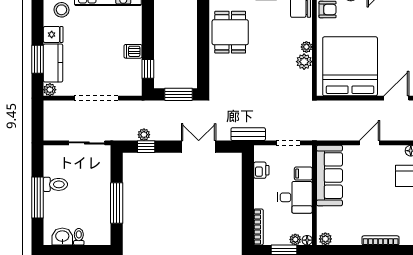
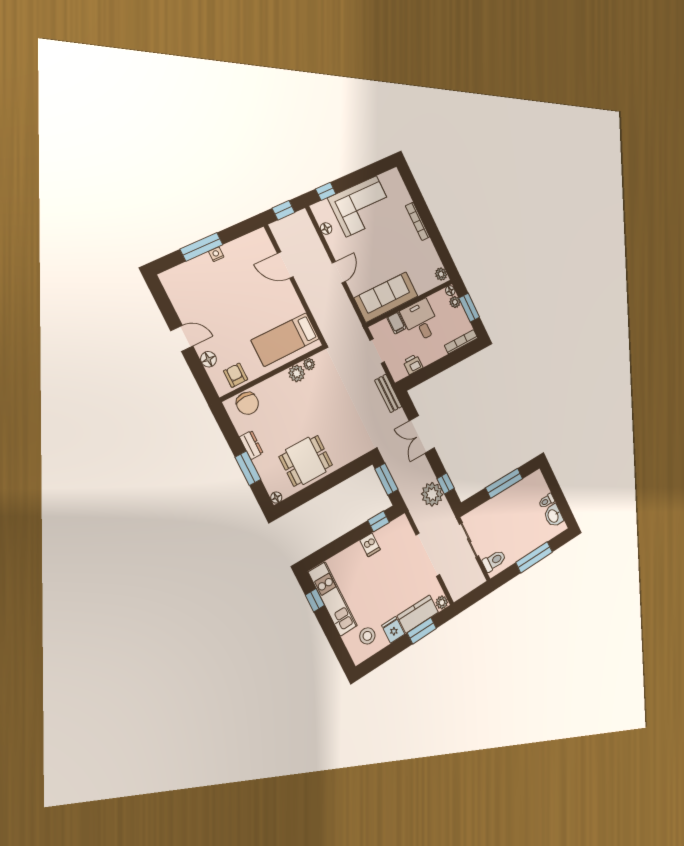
plant: (306, 47) -> (309, 364), moved
bed: (350, 66) -> (285, 339), width x0.49
plant: (144, 135) -> (432, 494), width x1.88, depth x1.88
door: (370, 143) -> (339, 272), swing flipped
toilet: (55, 184) -> (494, 561), moved, turned 90

